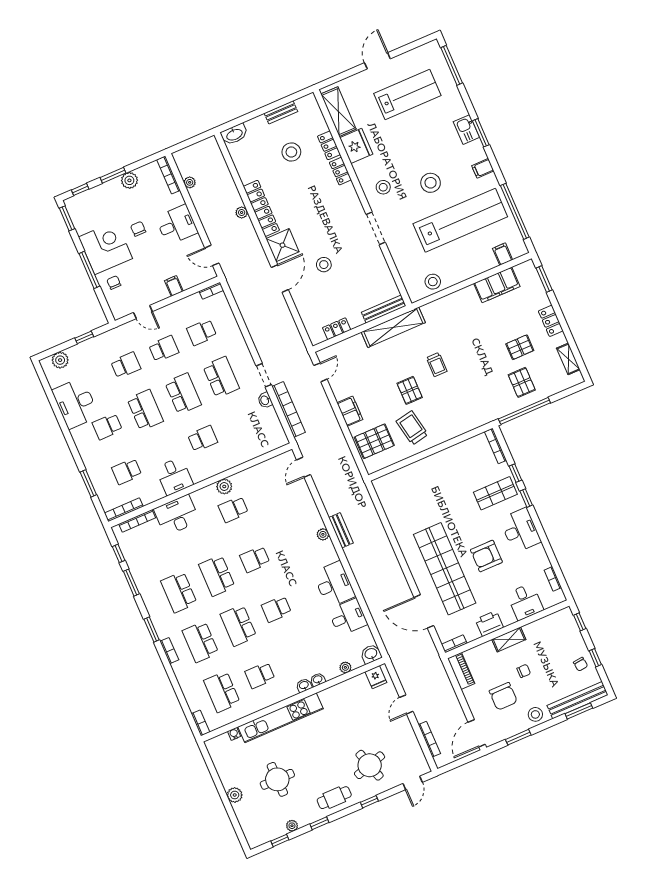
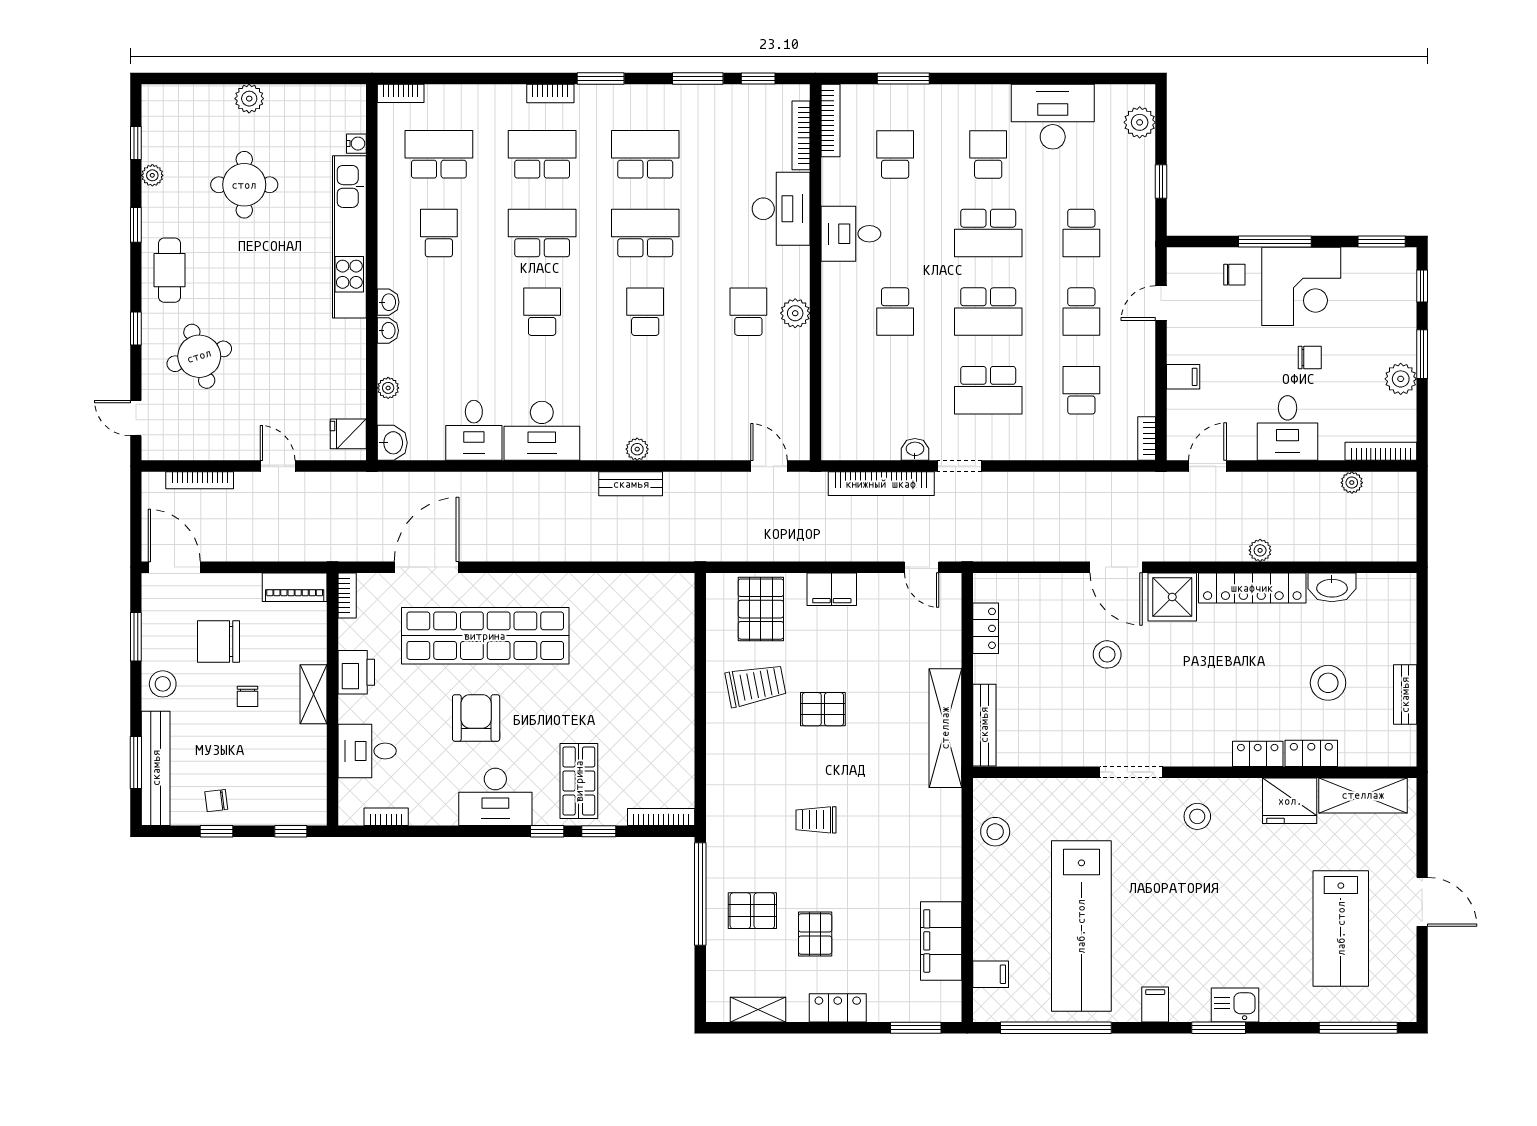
washbasin: (234, 134) -> (1332, 587), moved, turned -90
stool: (431, 183) -> (1169, 902), removed
trolley: (437, 365) -> (816, 820), moved

